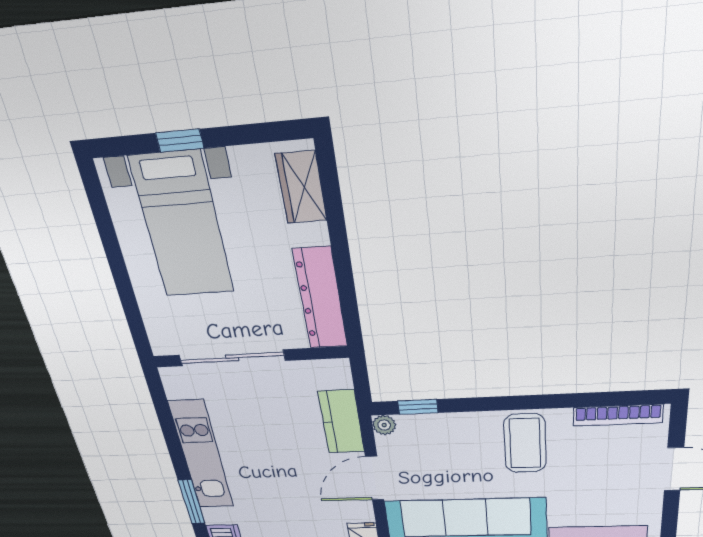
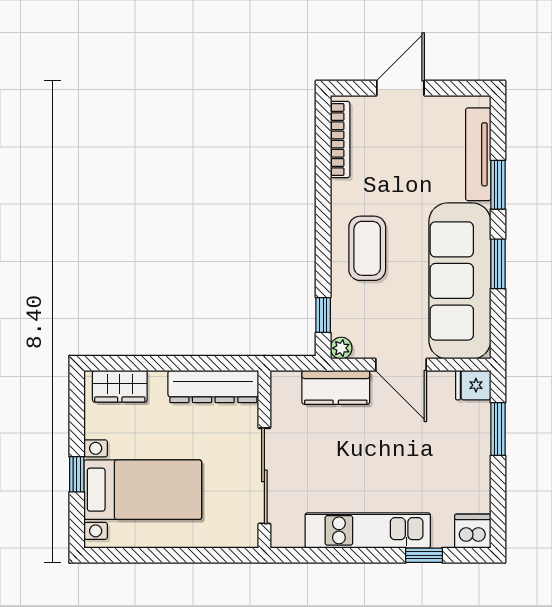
coffee table: (525, 443) -> (367, 248), moved, turned 90
window: (192, 502) -> (424, 555), width x0.67

